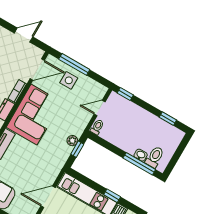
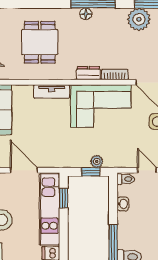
washbasin: (141, 155) -> (123, 204), moved
window: (112, 196) -> (64, 198), moved

